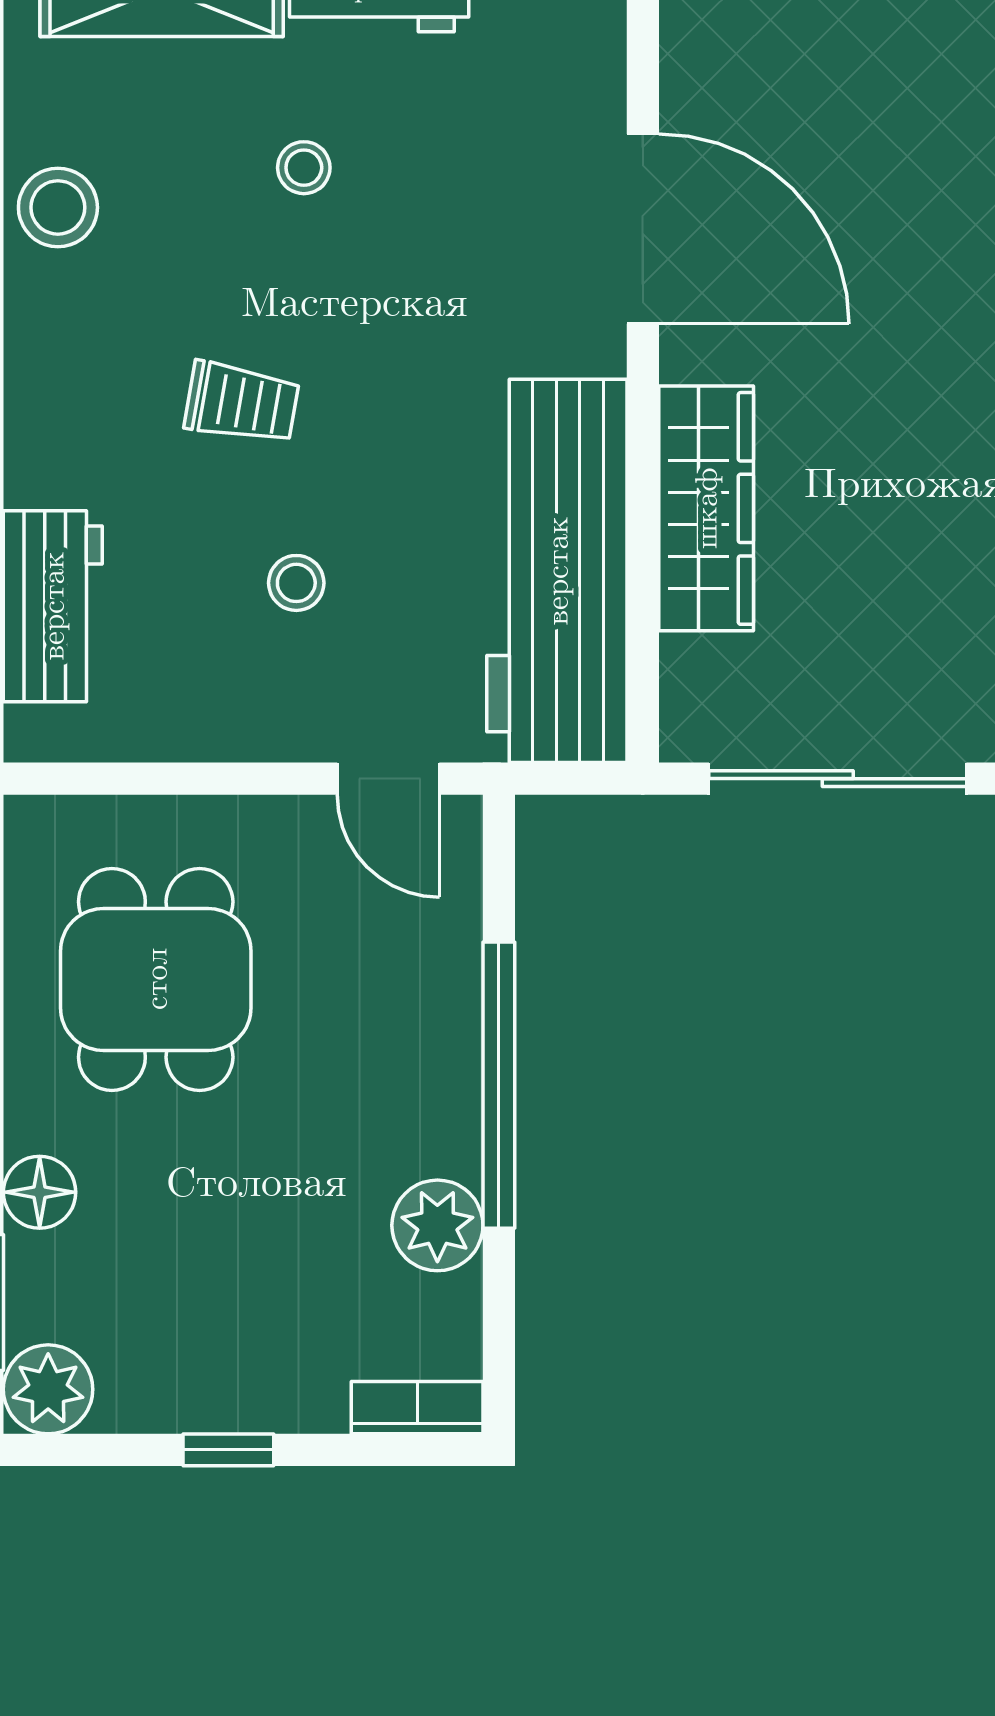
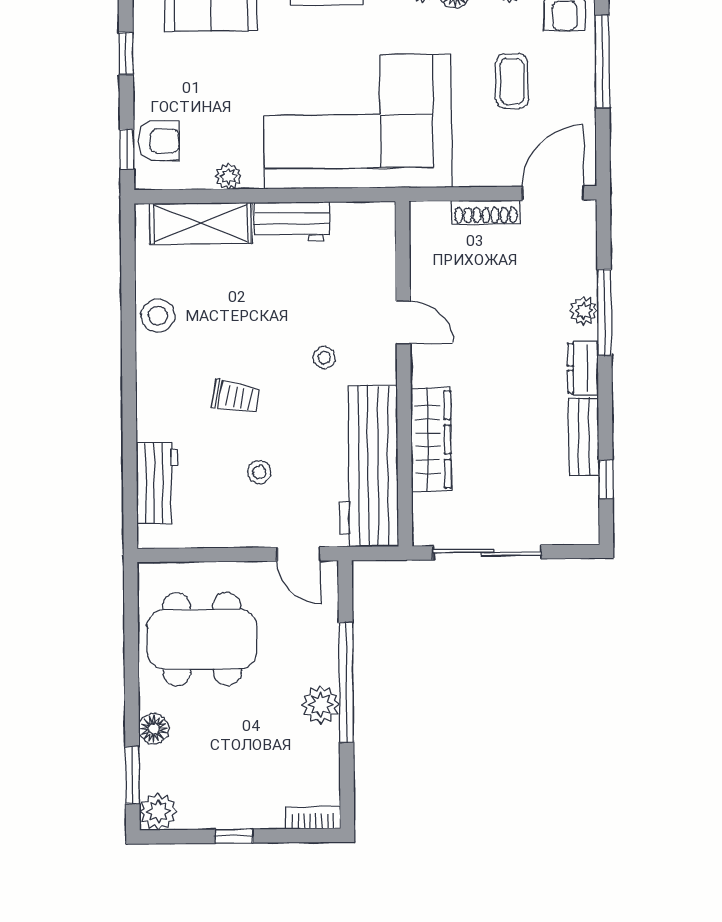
stool: (304, 168) -> (324, 357), moved
door: (643, 229) -> (403, 322), width x0.53
dining table: (156, 979) -> (202, 639), width x1.38
plant: (437, 1225) -> (321, 705), moved

